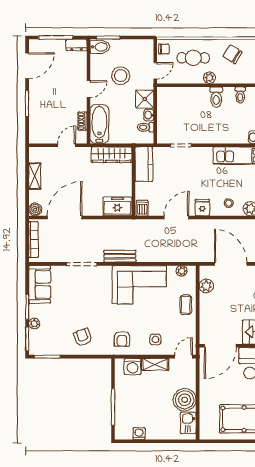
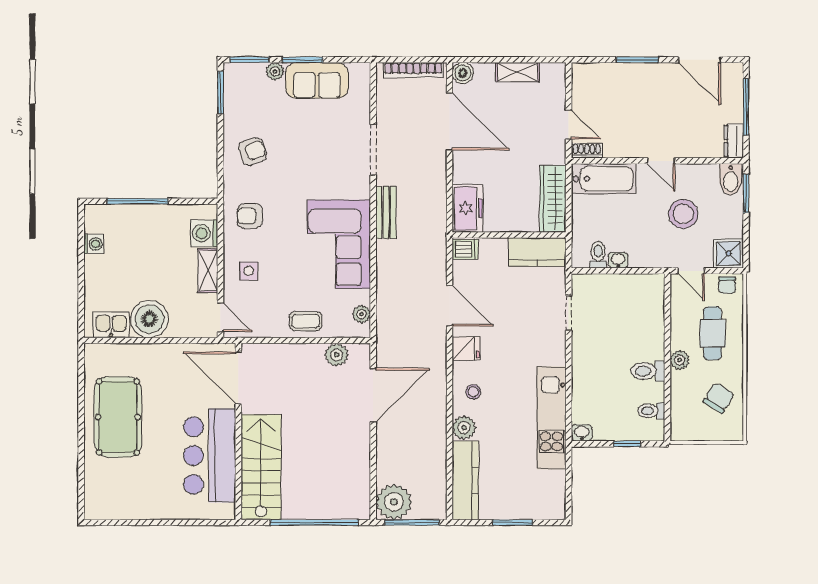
shower: (145, 99) -> (729, 253), moved
shoe rack: (82, 121) -> (587, 151), moved
sofa: (40, 284) -> (317, 80), moved

